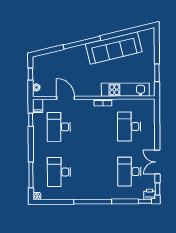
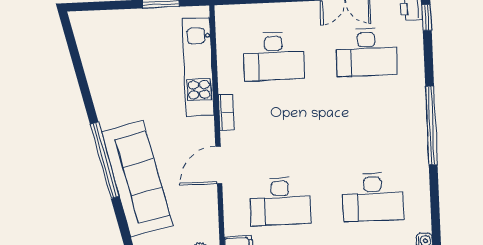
sofa: (114, 48) -> (137, 179), moved
door: (66, 98) -> (219, 165), moved

